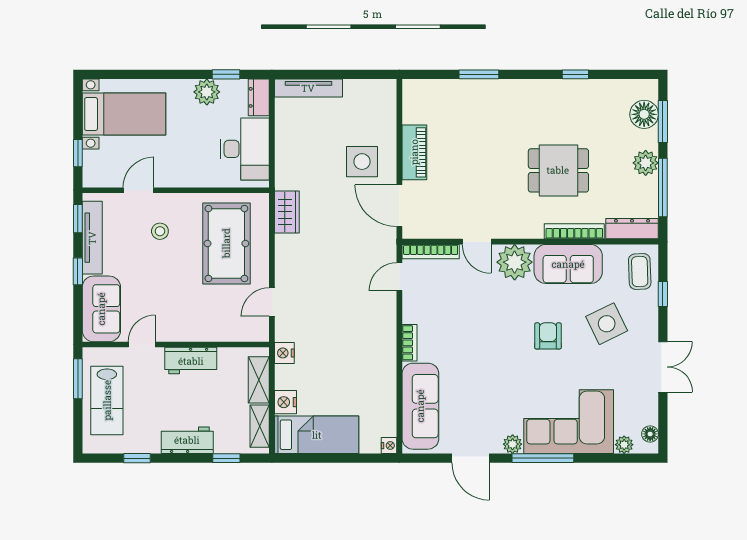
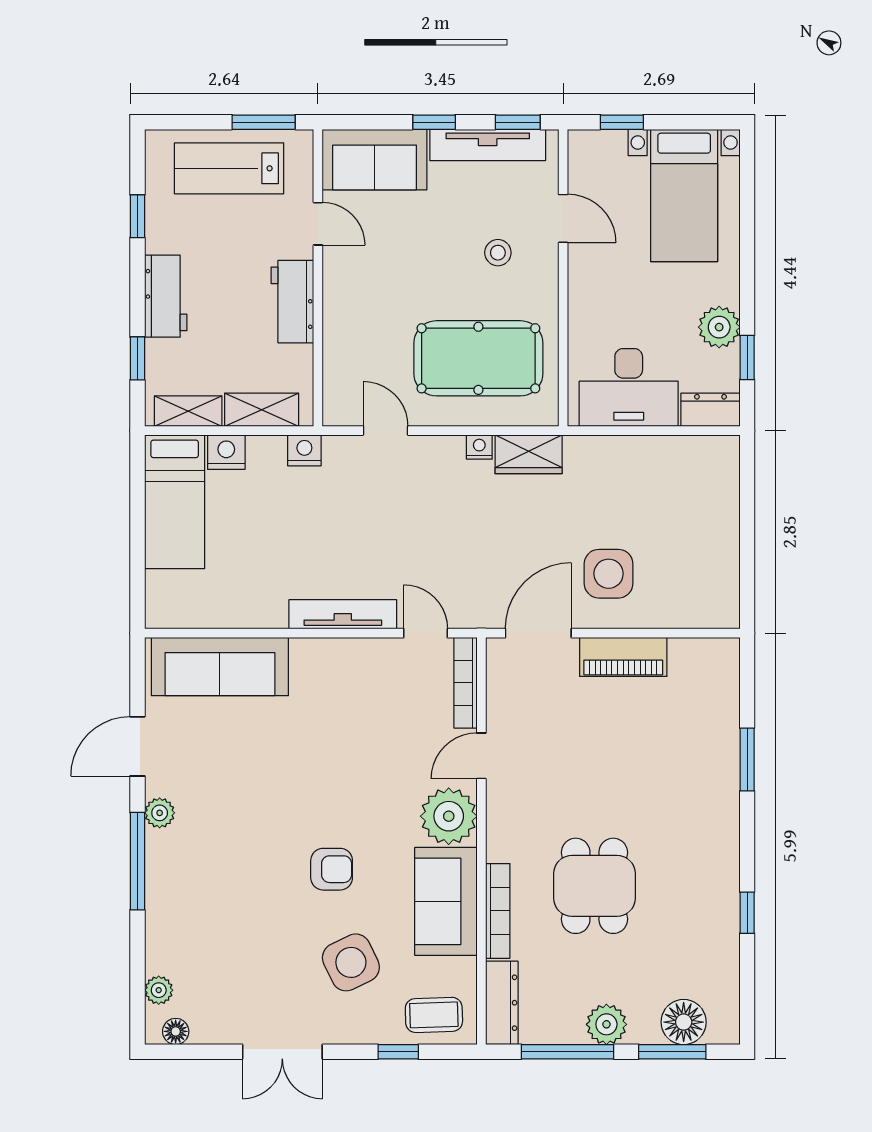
tv unit: (308, 88) -> (343, 614), moved, turned 90
bookcase: (409, 343) -> (321, 649), removed
corner sofa: (569, 422) -> (195, 902), removed
nightstand: (389, 446) -> (479, 447), moved, turned 180

